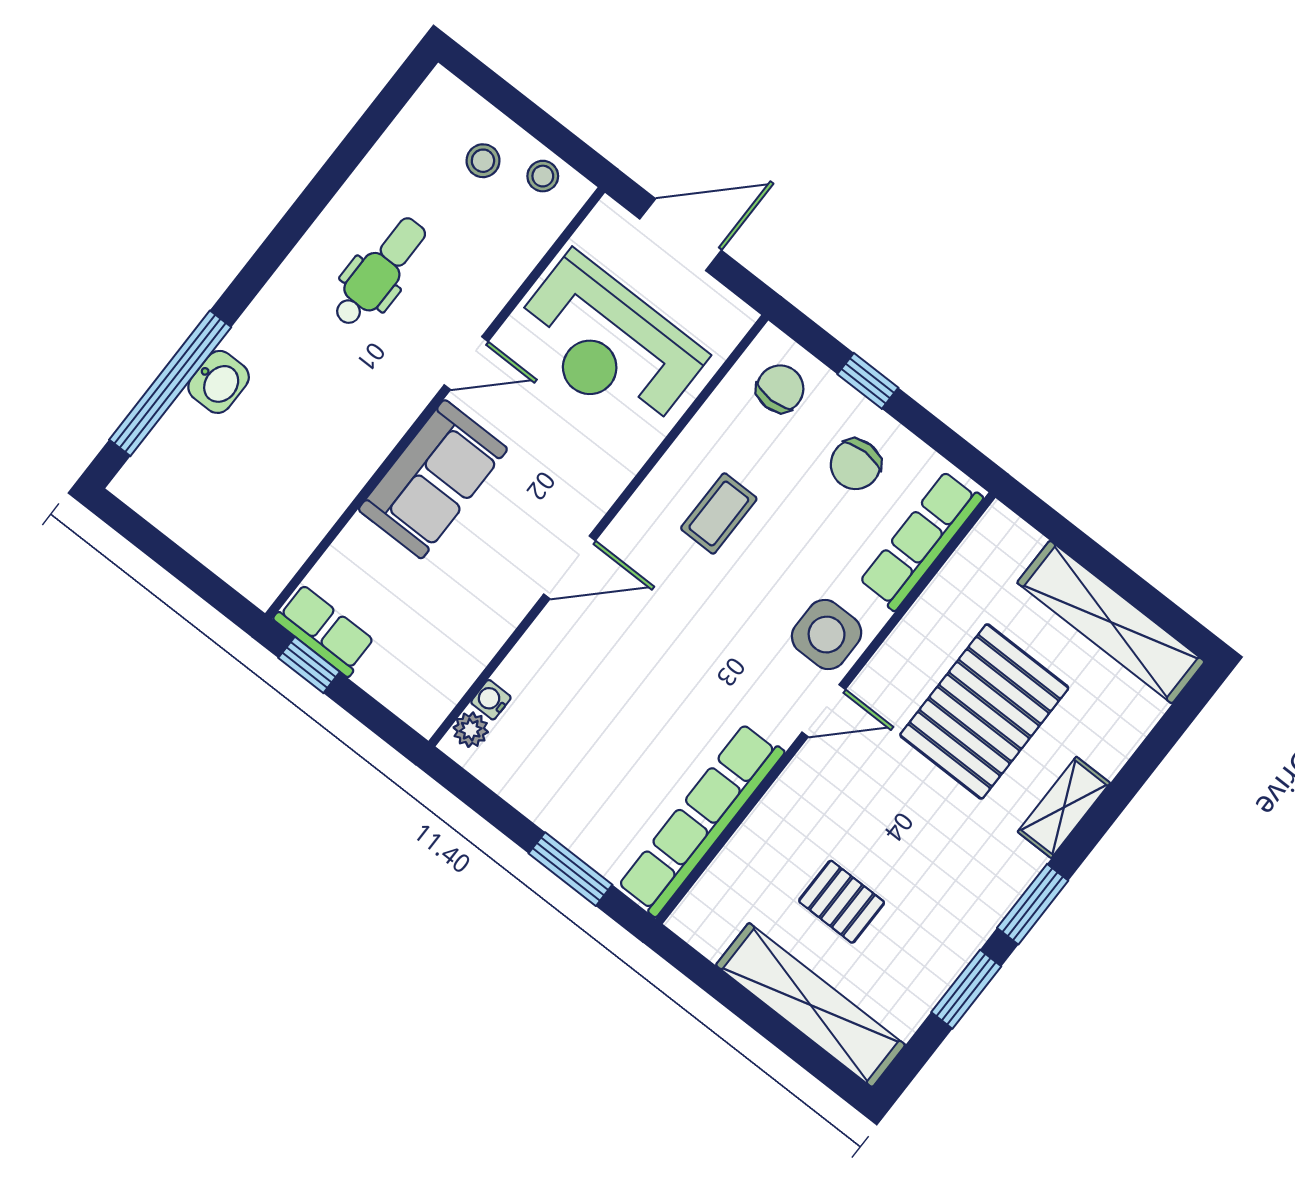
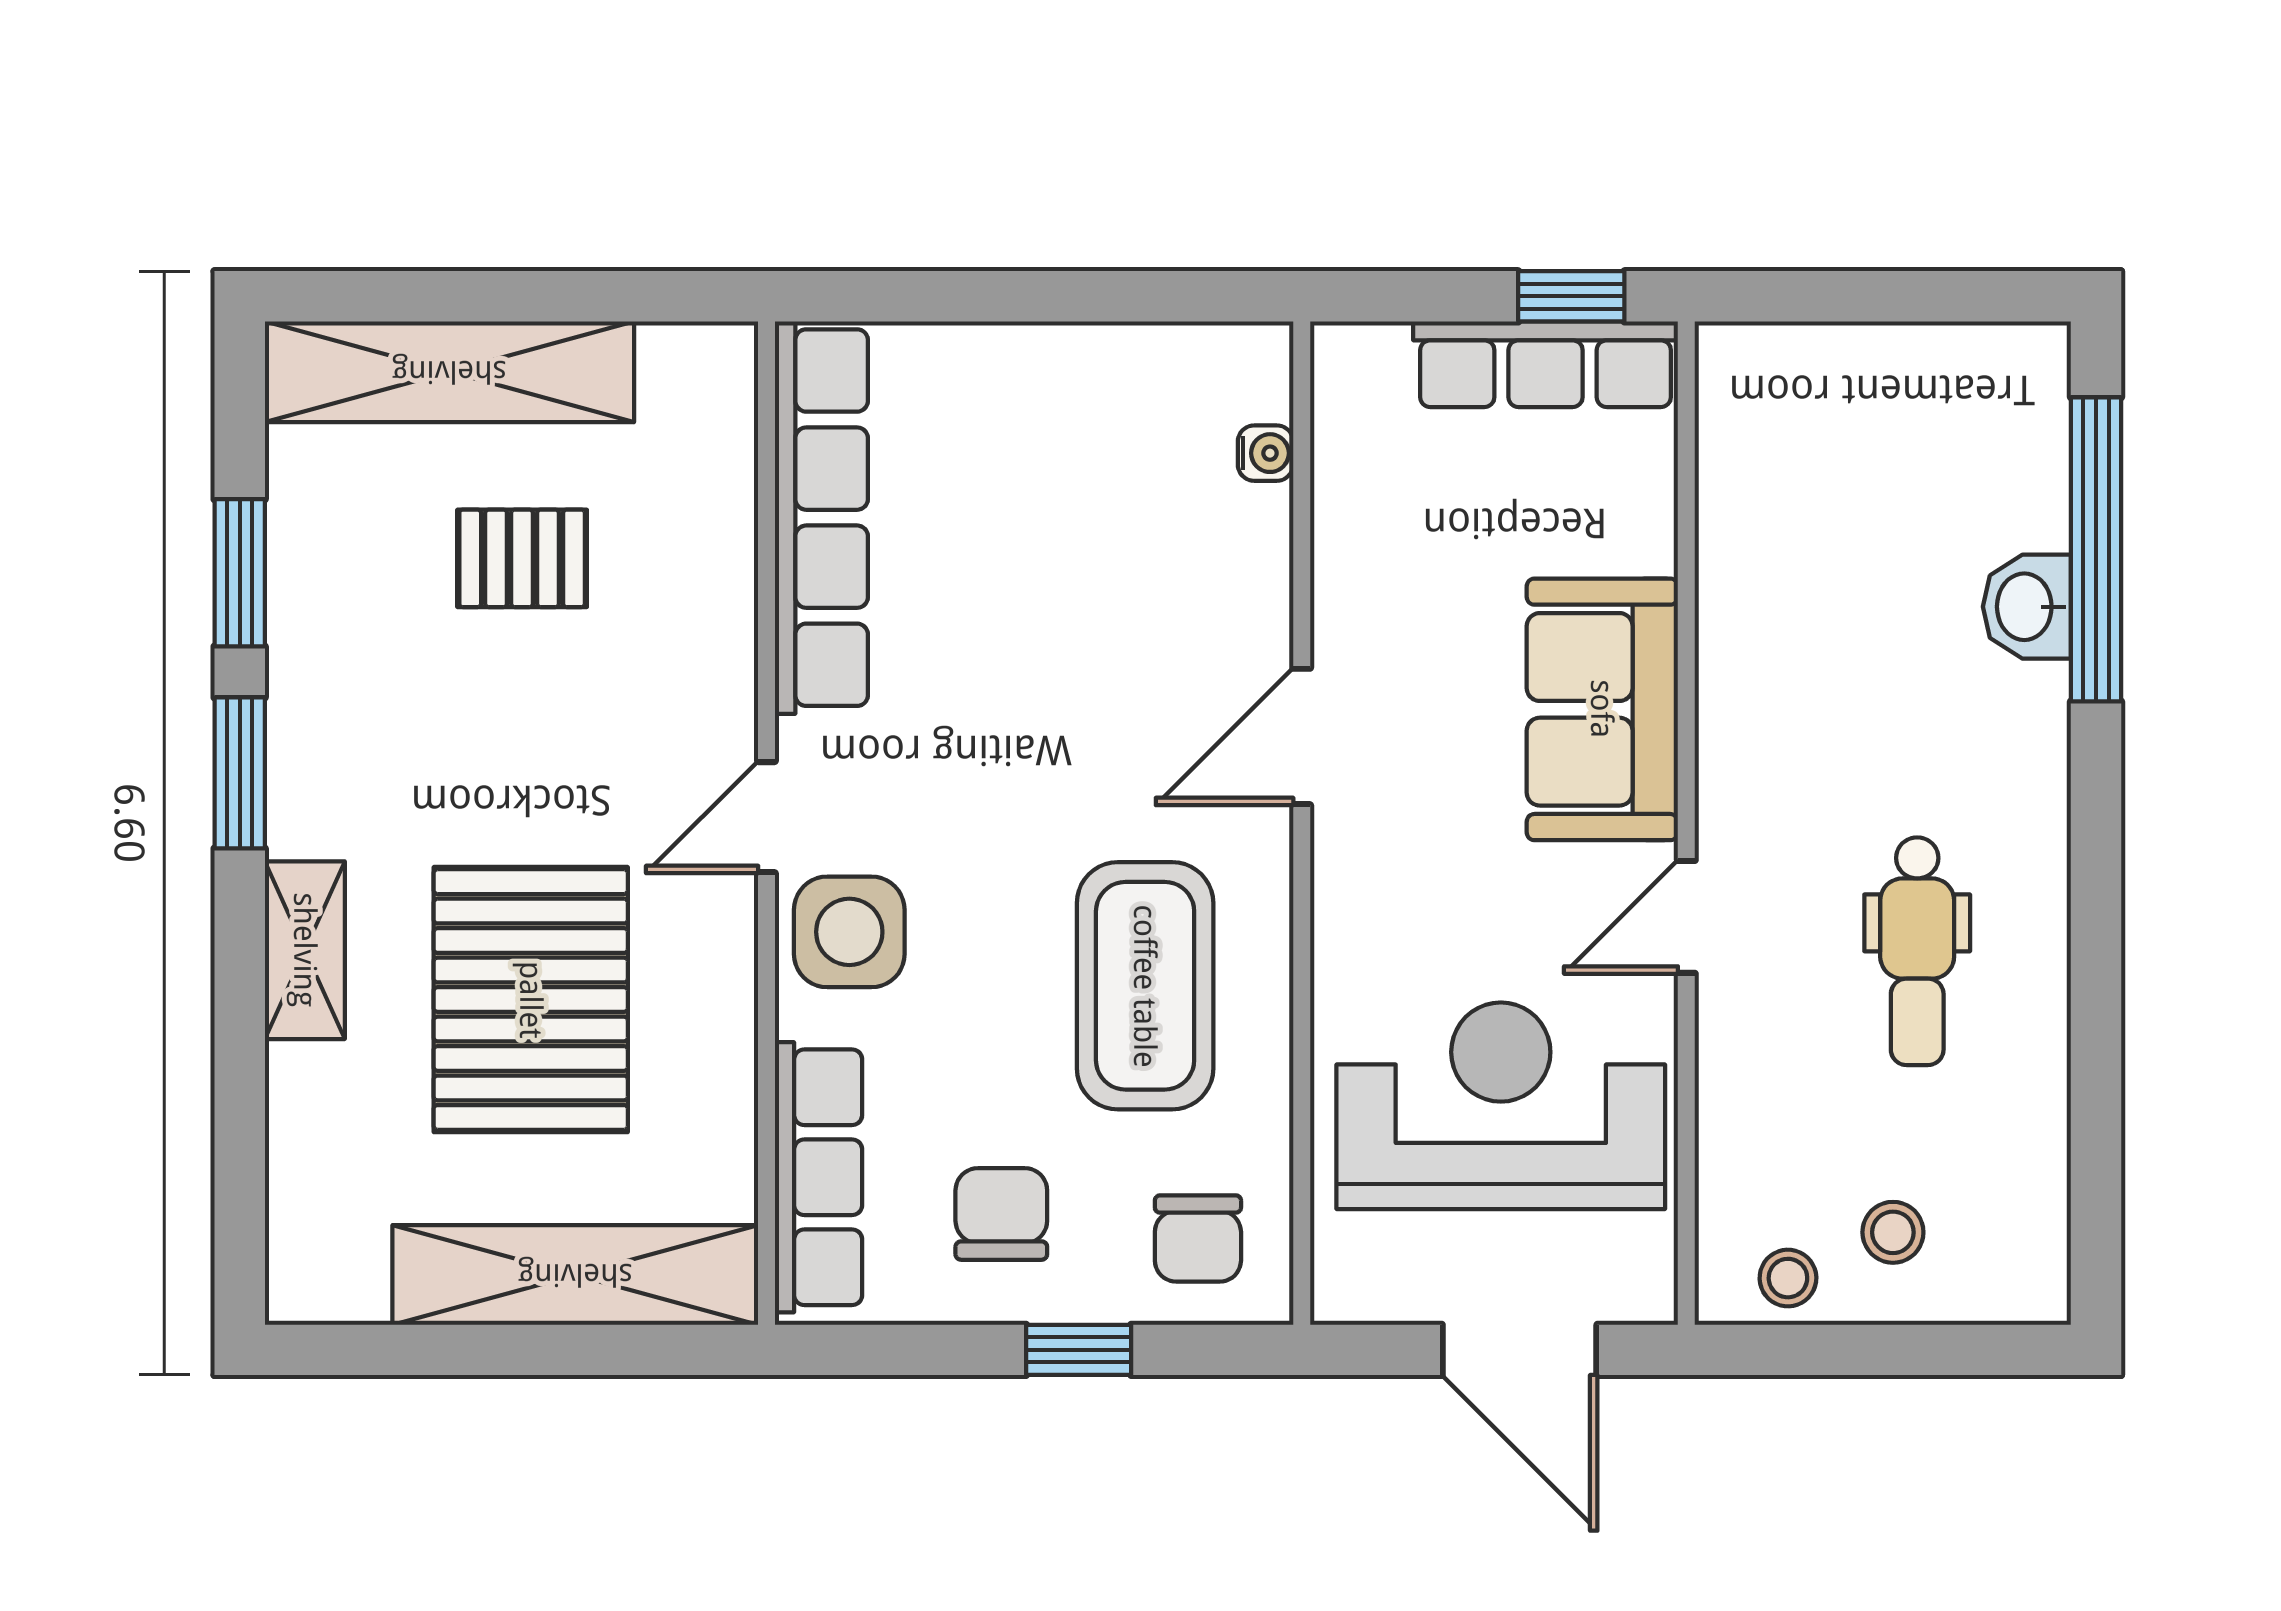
door: (681, 235) -> (1520, 1350), hinge flipped
coffee table: (719, 514) -> (1145, 986), width x1.86, depth x1.72
shelving: (1111, 622) -> (575, 1275), moved
row of seats: (324, 630) -> (1546, 364), width x1.48
plant: (471, 730) -> (1261, 386), removed
window: (570, 869) -> (956, 296), removed

